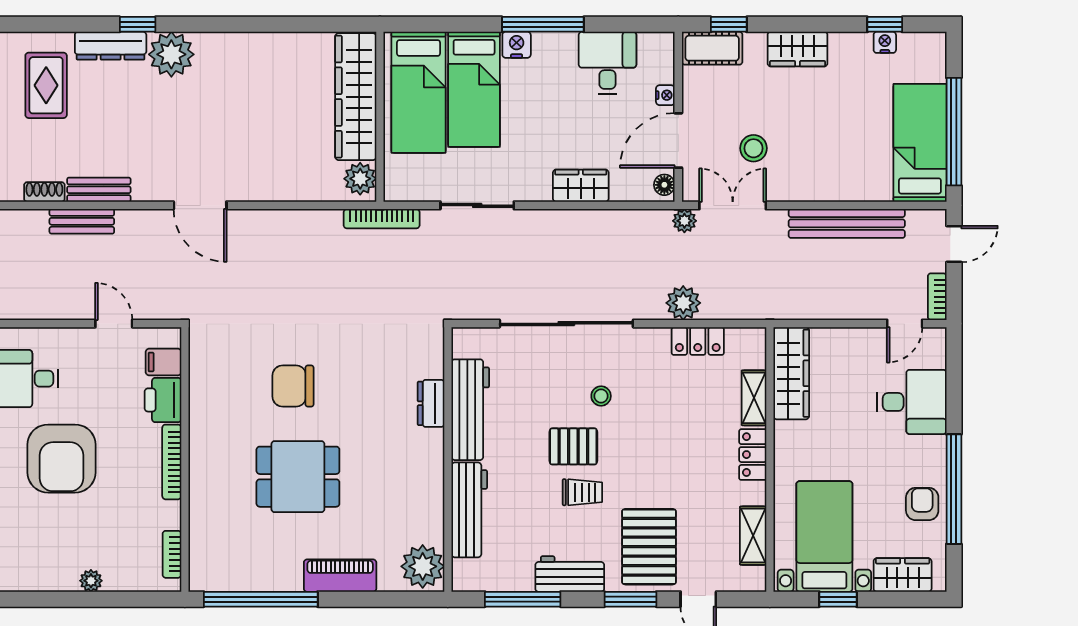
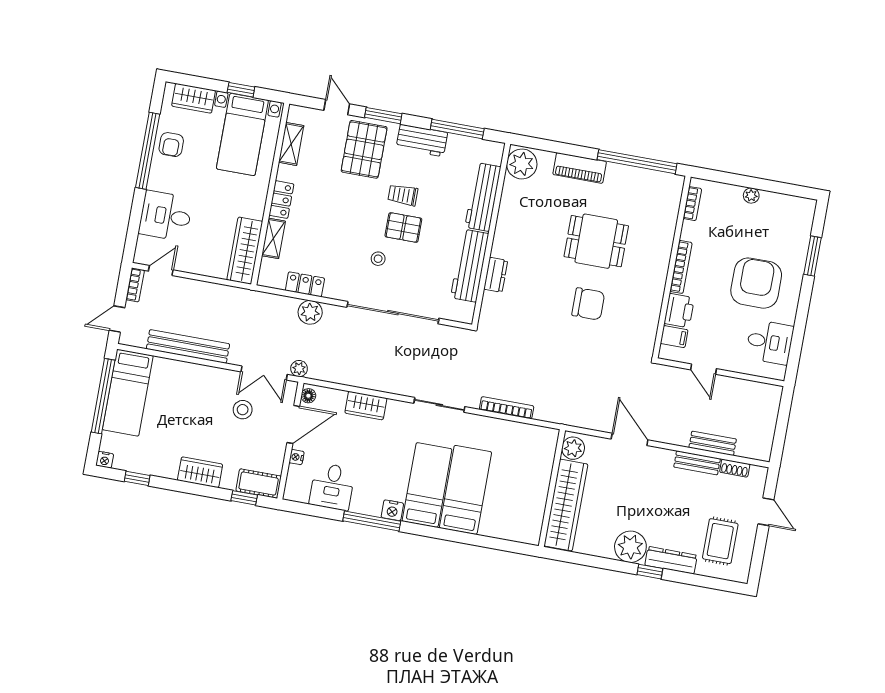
nightstand: (885, 42) -> (105, 460), moved
wardrobe: (356, 97) -> (566, 505), moved
wall: (380, 117) -> (552, 488), moved
plant: (360, 179) -> (573, 448), moved

